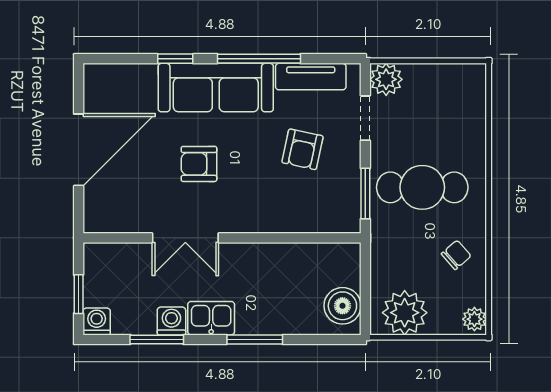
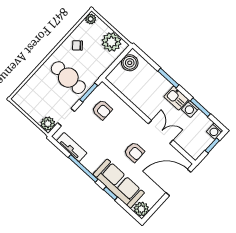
plant: (100, 80) -> (141, 209), added
sofa: (216, 88) -> (119, 184), moved
armchair: (303, 149) -> (102, 110), moved, turned 78
door: (79, 150) -> (178, 182), moved

